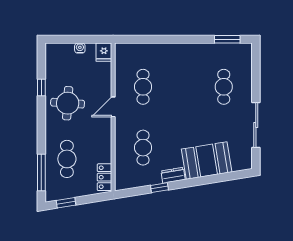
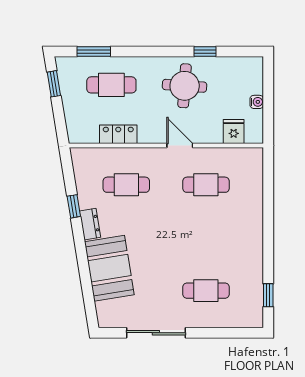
window: (227, 39) -> (268, 295), width x0.67
fridge: (104, 52) -> (234, 131), moved, turned 90
window: (41, 172) -> (94, 51), width x0.69
locker: (104, 177) -> (118, 134), moved

